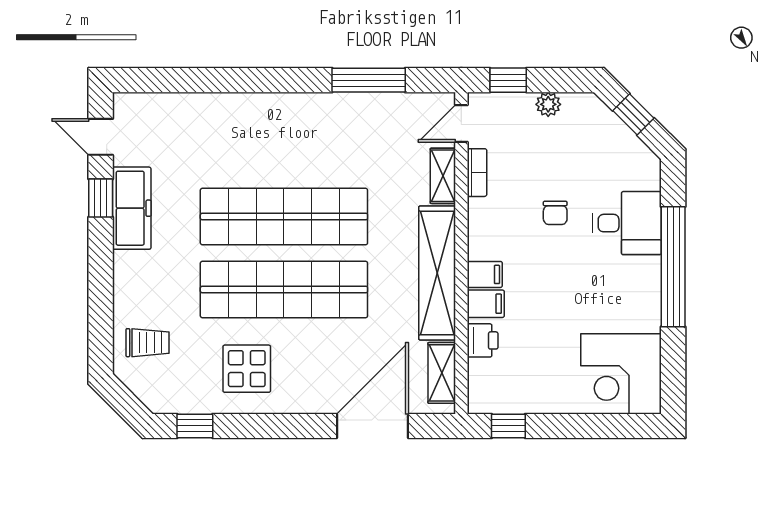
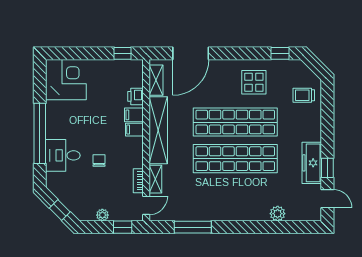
plant: (200, 107) -> (278, 214), added

